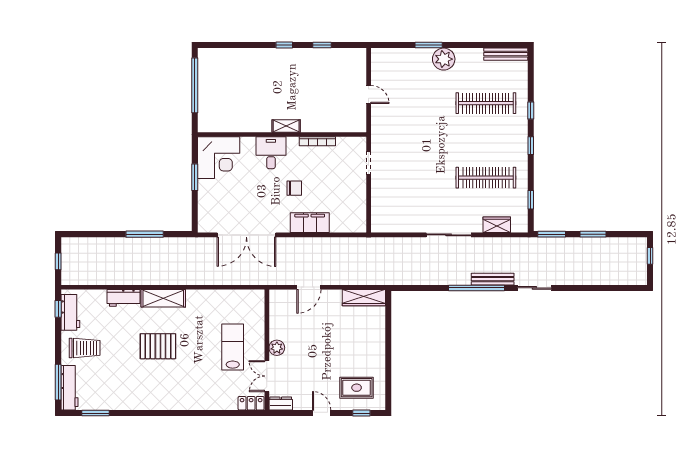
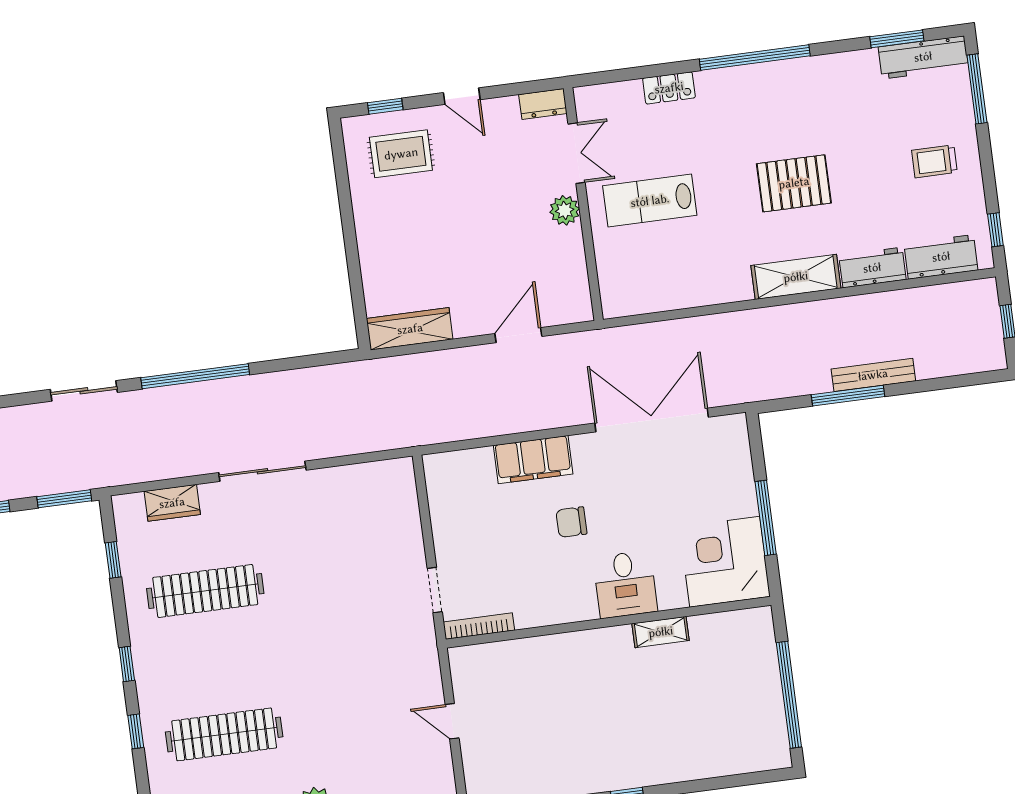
shelving: (286, 126) -> (661, 632), moved
bookcase: (317, 141) -> (479, 626), moved
window: (195, 177) -> (766, 518), width x1.44
bench: (493, 279) -> (873, 375), moved
workbench: (70, 312) -> (941, 257), moved, turned 90
lab bench: (233, 347) -> (650, 201), turned 90
trolley: (85, 348) -> (934, 161), width x0.73, depth x0.72
workbench: (69, 388) -> (923, 57), moved, turned -90
locker: (251, 403) -> (669, 88), moved
window: (169, 413) -> (755, 58), added

